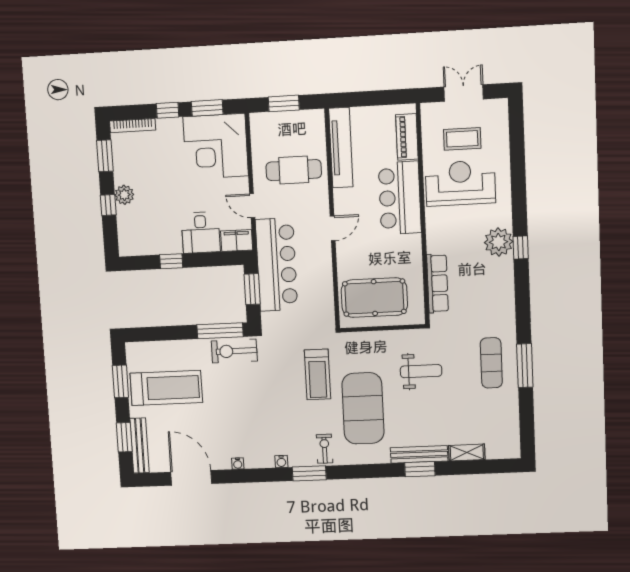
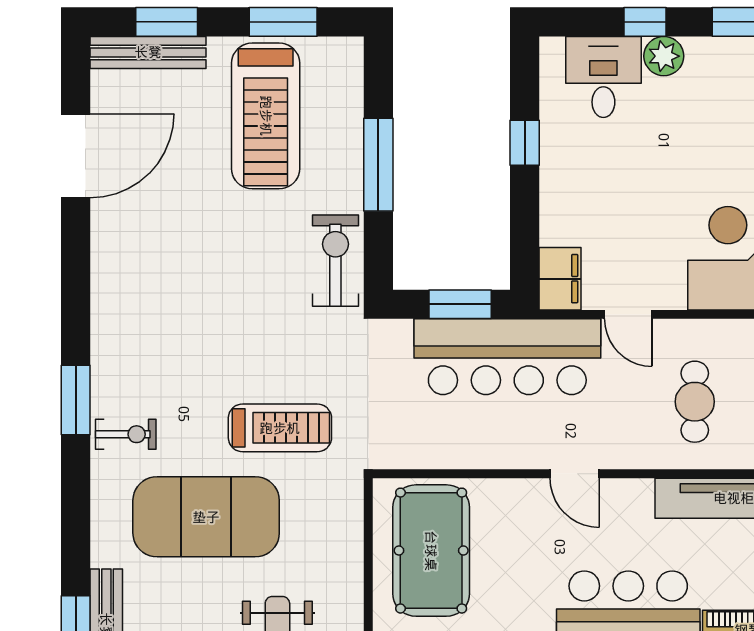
cafe table: (294, 170) -> (695, 402), width x0.73, depth x0.74
door: (252, 206) -> (628, 314), swing flipped
desk: (201, 233) -> (603, 77), moved, turned 90
window: (220, 331) -> (378, 165), moved
treadmill: (318, 374) -> (280, 428), turned 180
water cooler: (281, 461) -> (103, 344), removed
water cooler: (238, 464) -> (102, 254), removed

